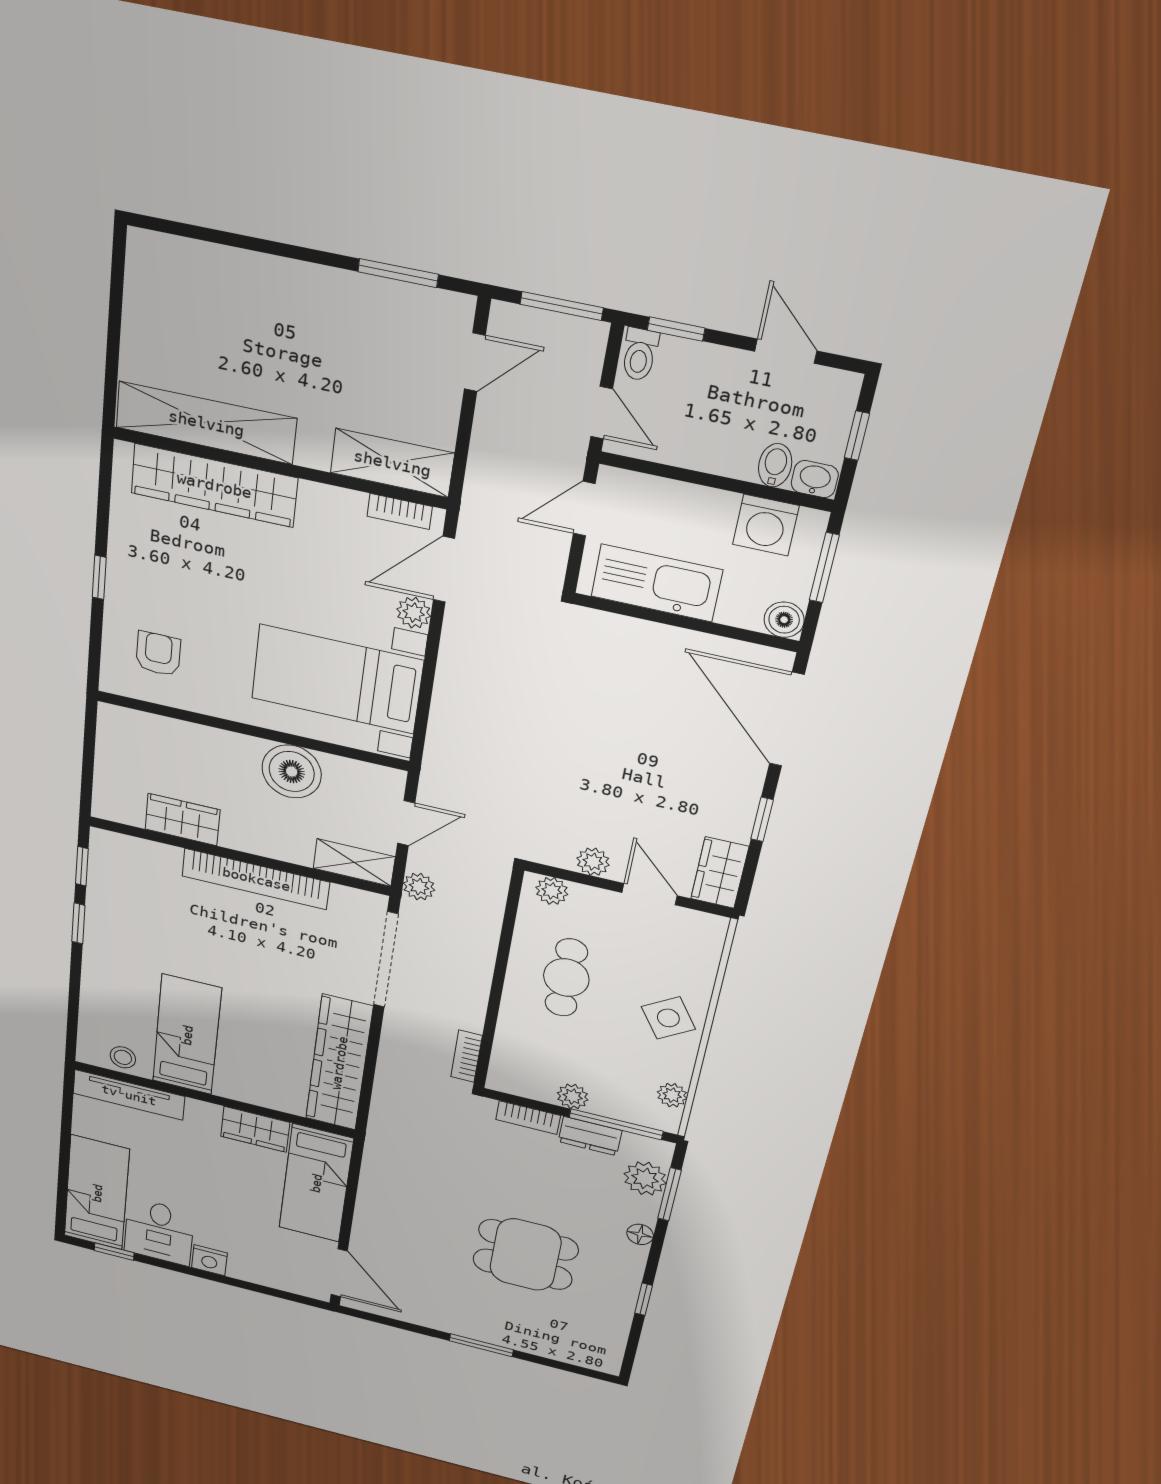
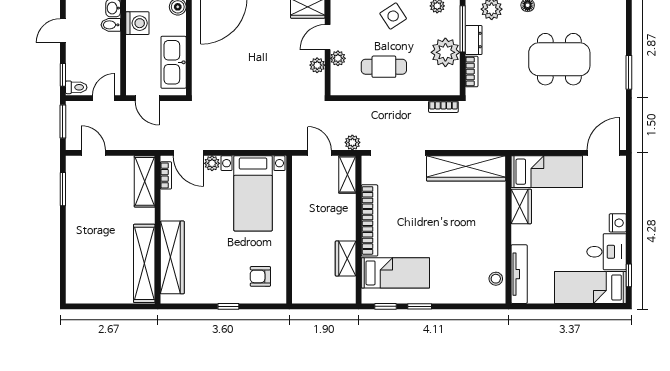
boiler: (292, 771) -> (306, 209), removed
plant: (552, 891) -> (338, 58), moved
bed: (187, 1035) -> (395, 273), moved, turned 180
plant: (573, 1096) -> (445, 52), width x1.88, depth x1.88
dining table: (525, 1255) -> (559, 59), width x1.38

